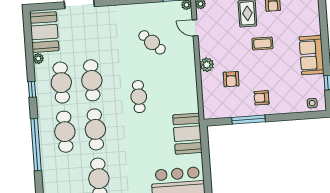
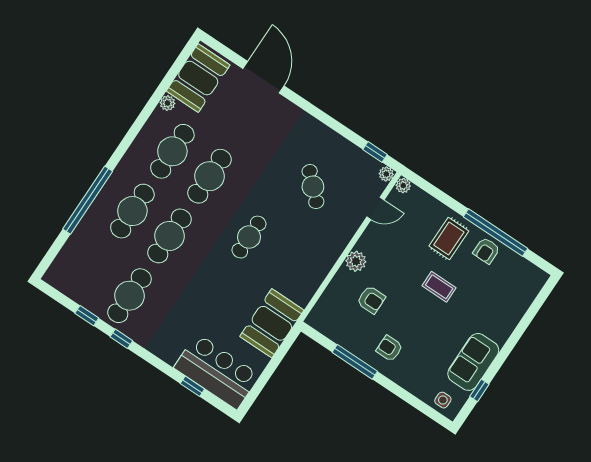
door: (195, 28) -> (375, 208), swing flipped
sofa: (311, 55) -> (473, 362), moved
armchair: (231, 79) -> (371, 300), turned -91
window: (32, 89) -> (133, 133), removed

